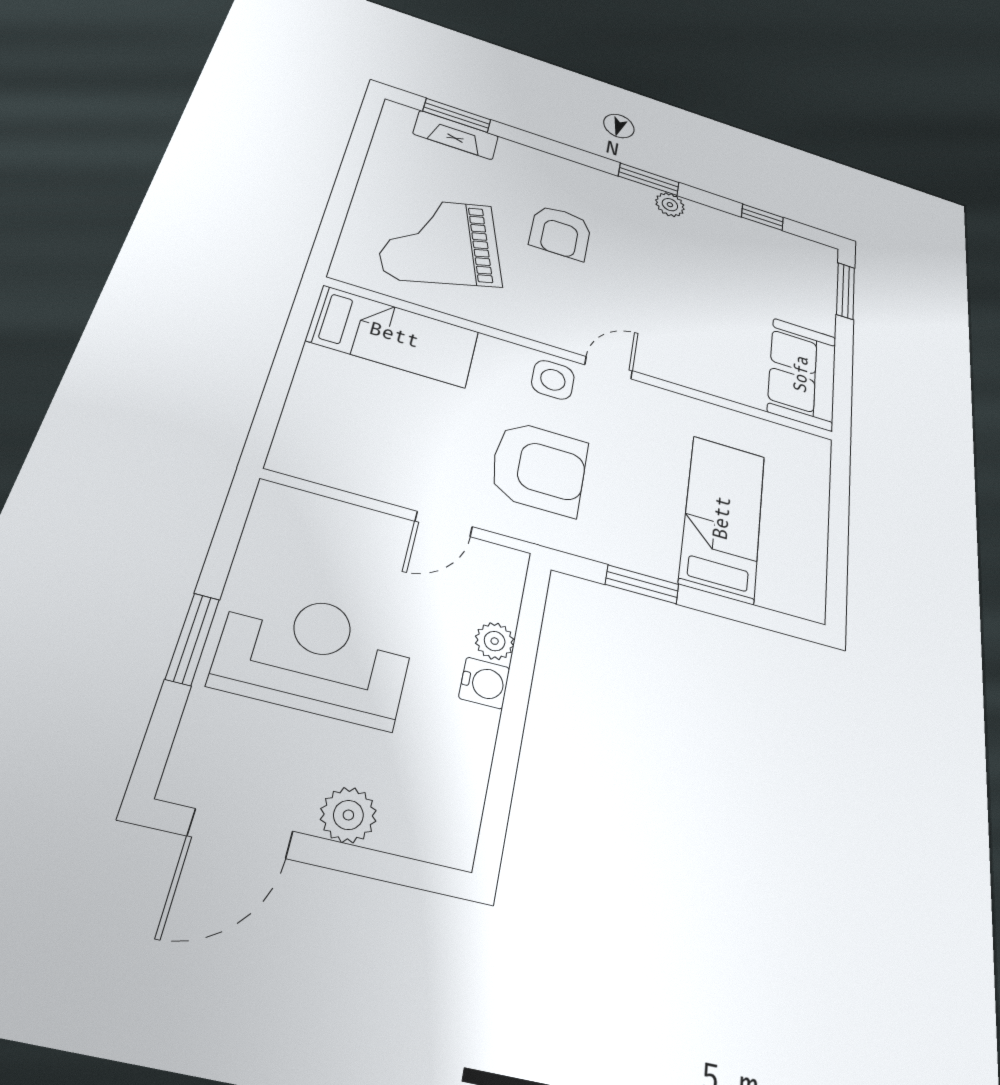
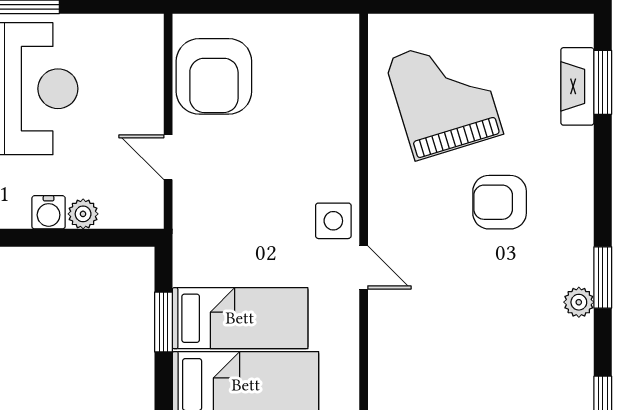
bed: (394, 336) -> (240, 318), moved, turned -90
armchair: (539, 468) -> (214, 76), moved

